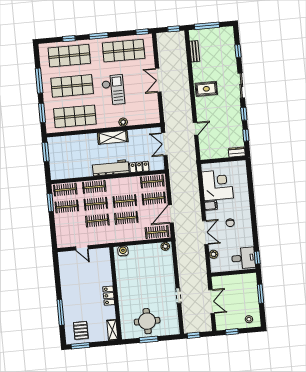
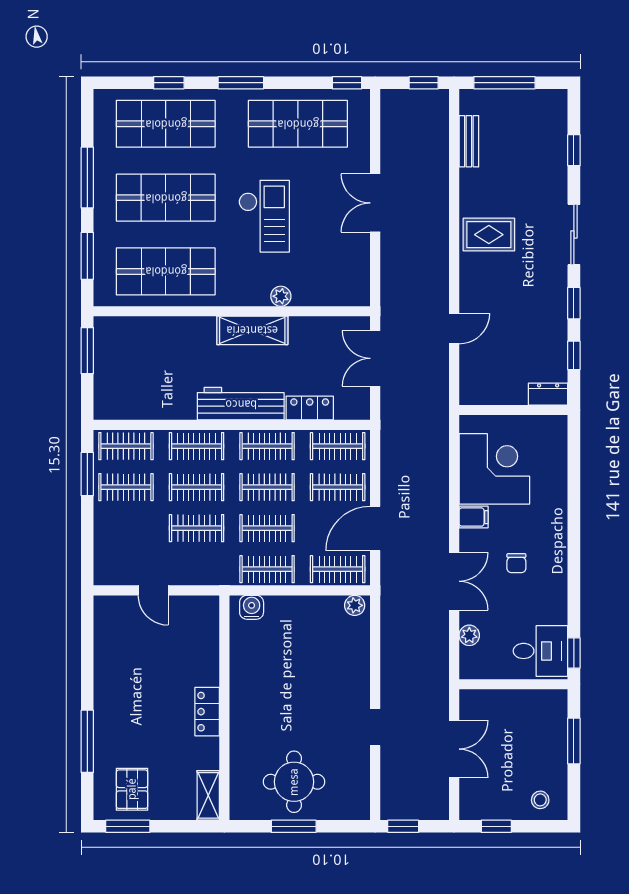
clothes rail: (123, 184) -> (267, 446), added
clothes rail: (128, 235) -> (267, 569), added

